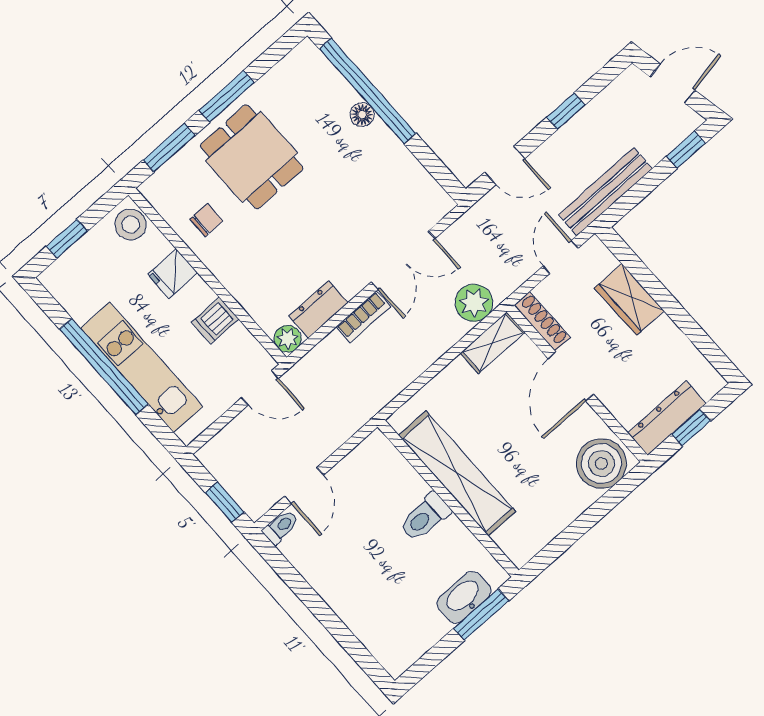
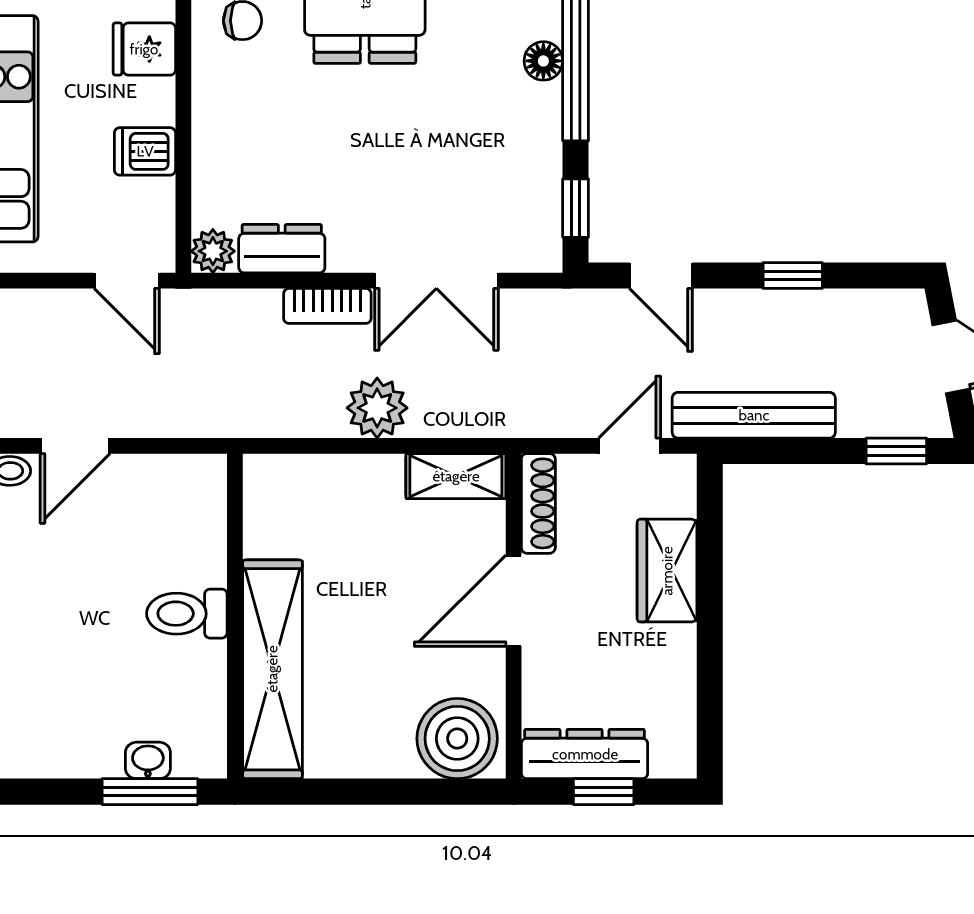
window: (438, 169) -> (576, 208), added
plant: (474, 303) -> (377, 408), moved
shelving: (457, 474) -> (272, 669), moved
washbasin: (464, 597) -> (148, 760), width x0.52, depth x0.69

